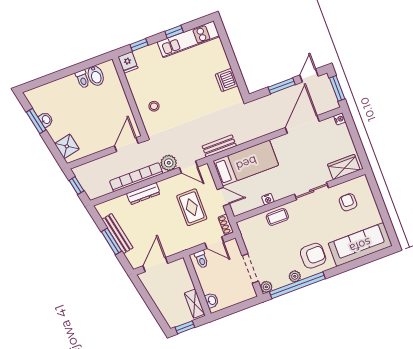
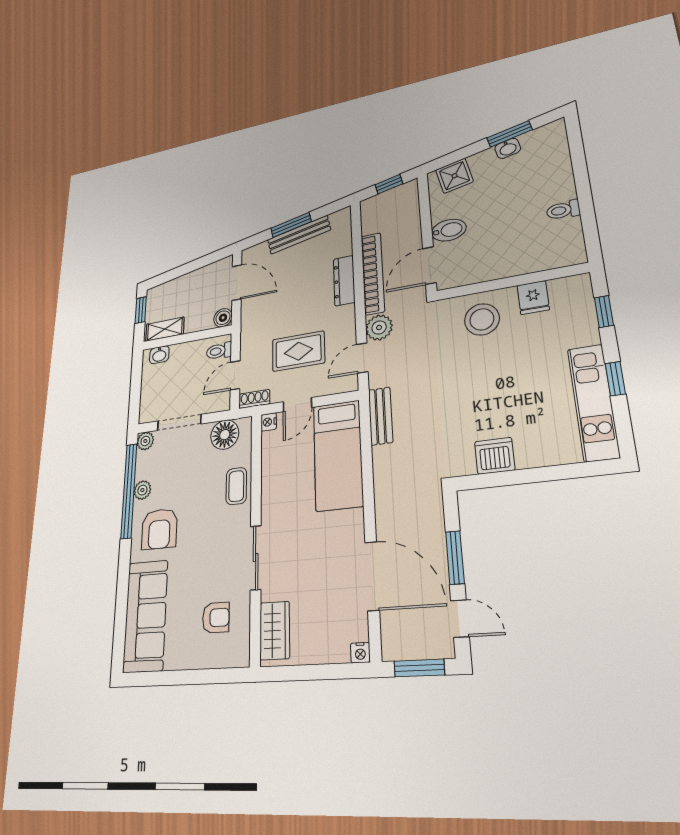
fridge: (128, 62) -> (533, 297), moved, turned -90
bidet: (96, 76) -> (449, 230), moved, turned 180
stool: (154, 106) -> (482, 319), width x1.89, depth x1.89
door: (126, 145) -> (429, 265), swing flipped
nightstand: (268, 199) -> (269, 422), moved
floor lamp: (250, 236) -> (225, 435), added
boiler: (180, 265) -> (223, 318), added

